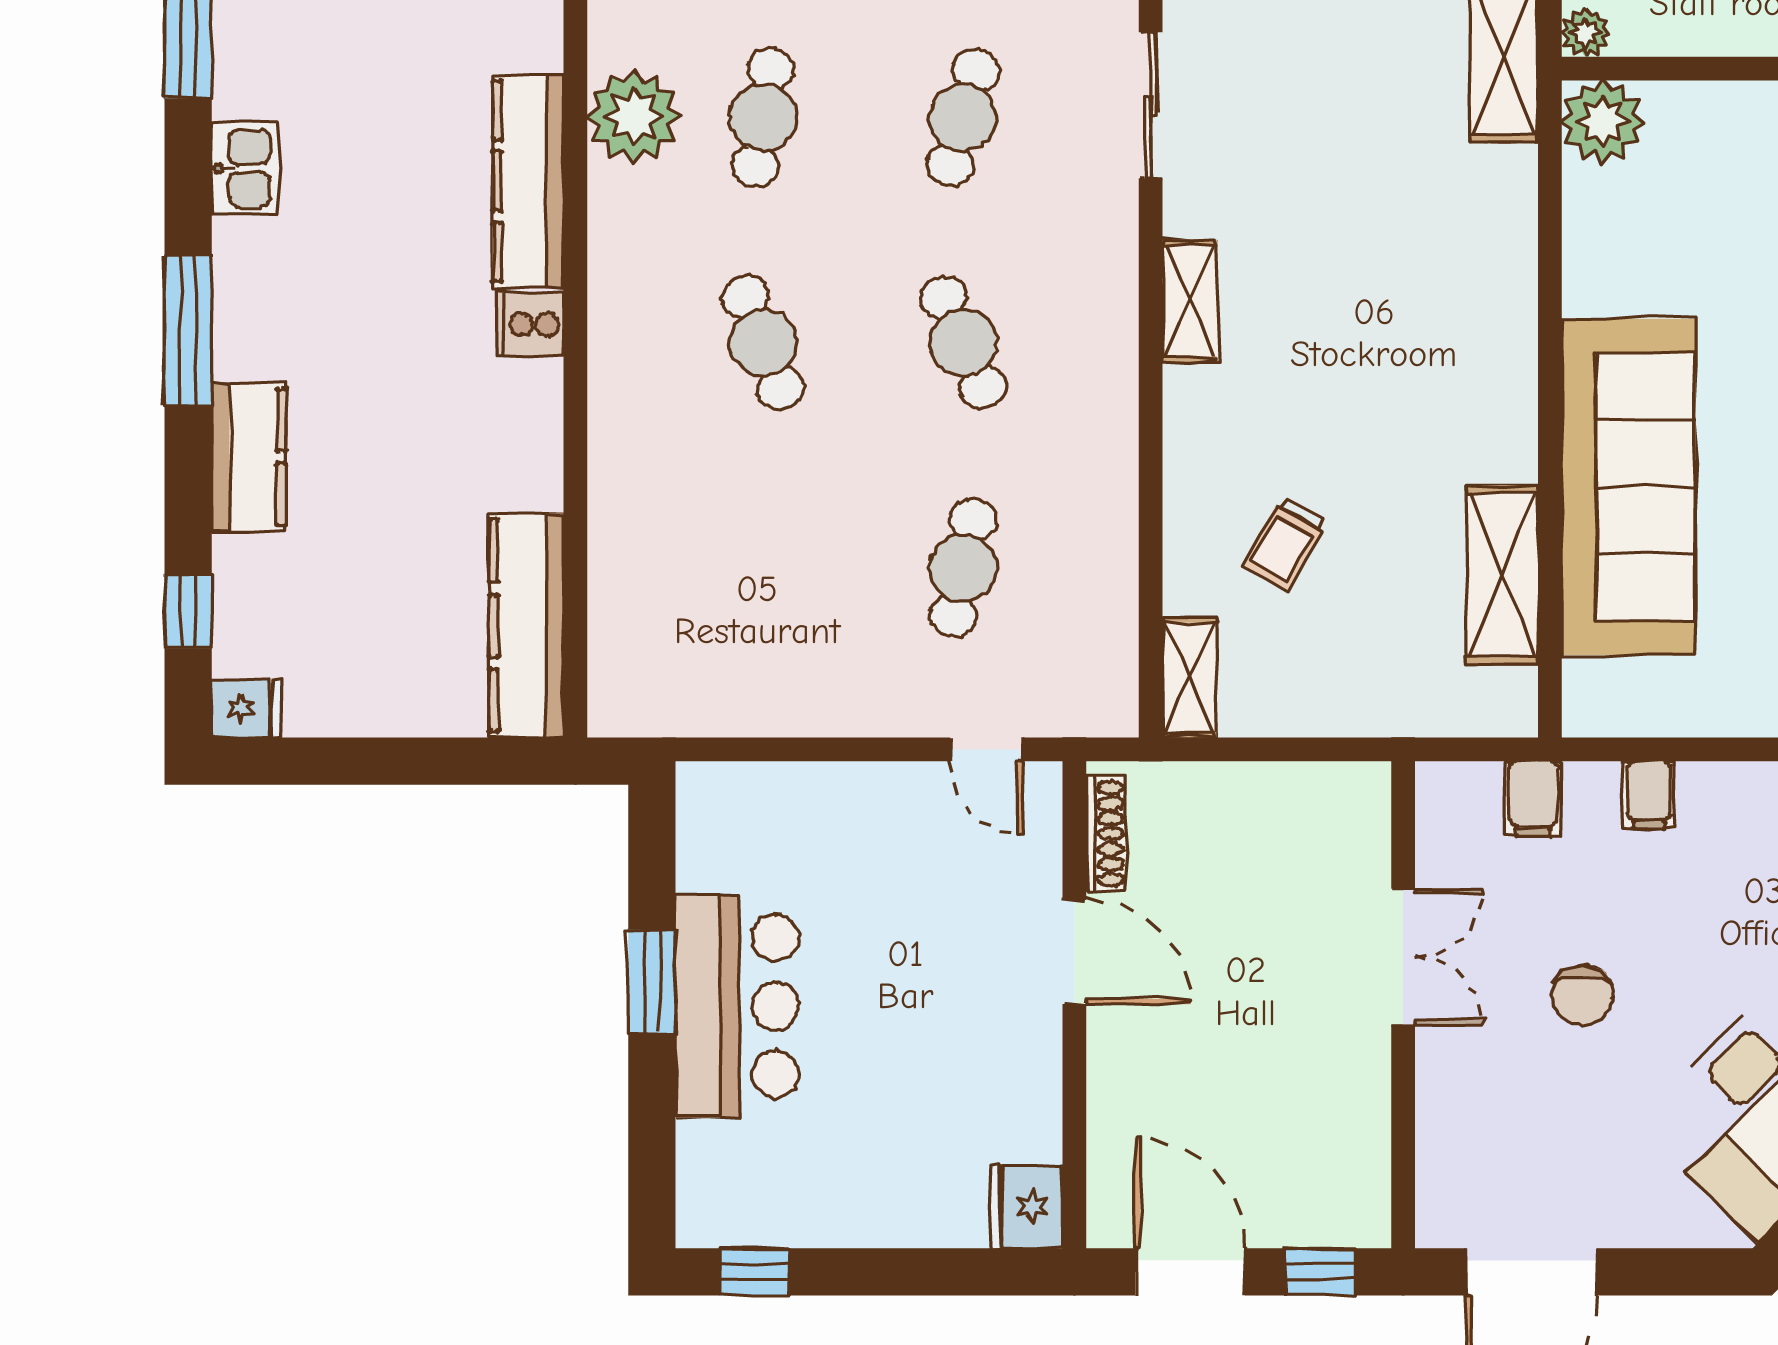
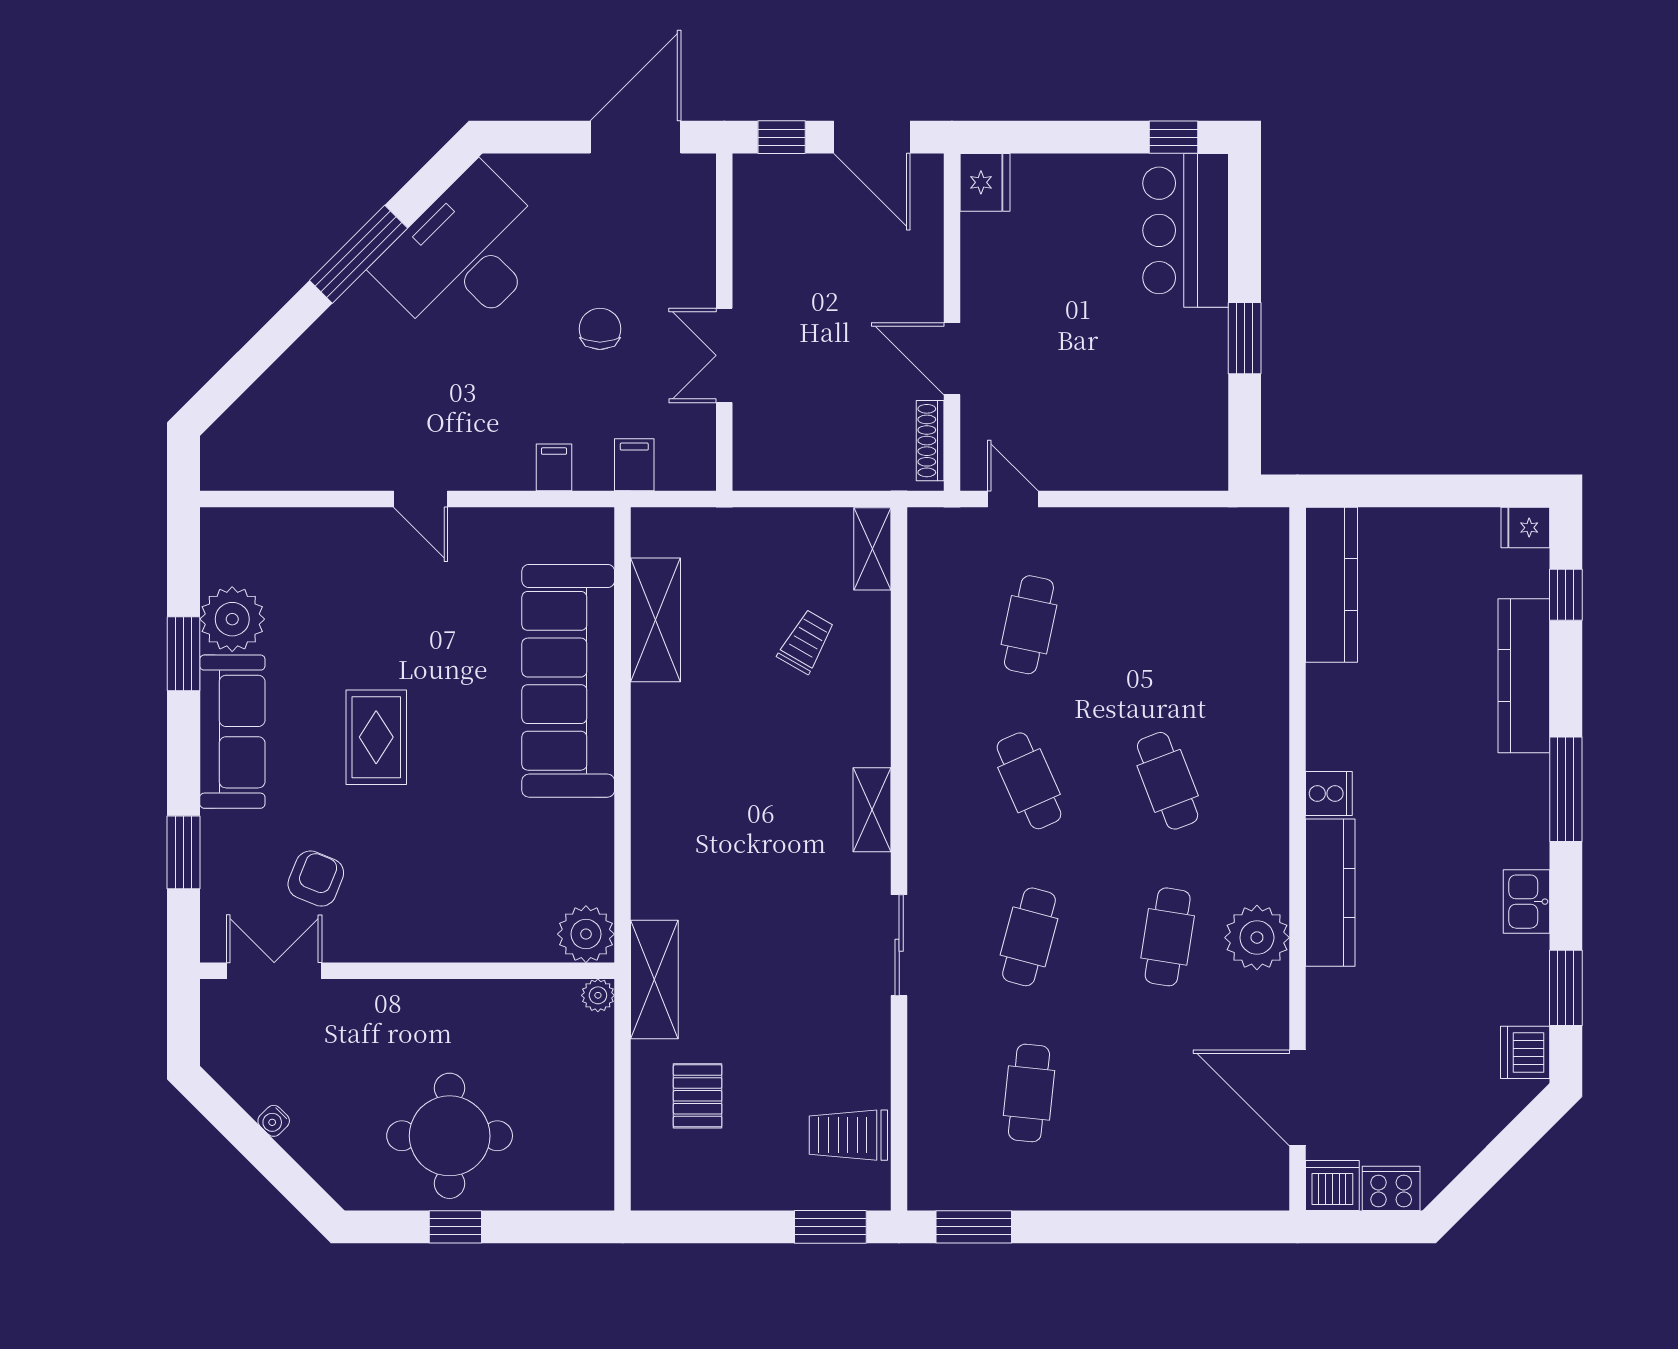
kitchen counter: (249, 457) -> (1524, 676), width x1.50
bar counter: (737, 1006) -> (1186, 230), moved

